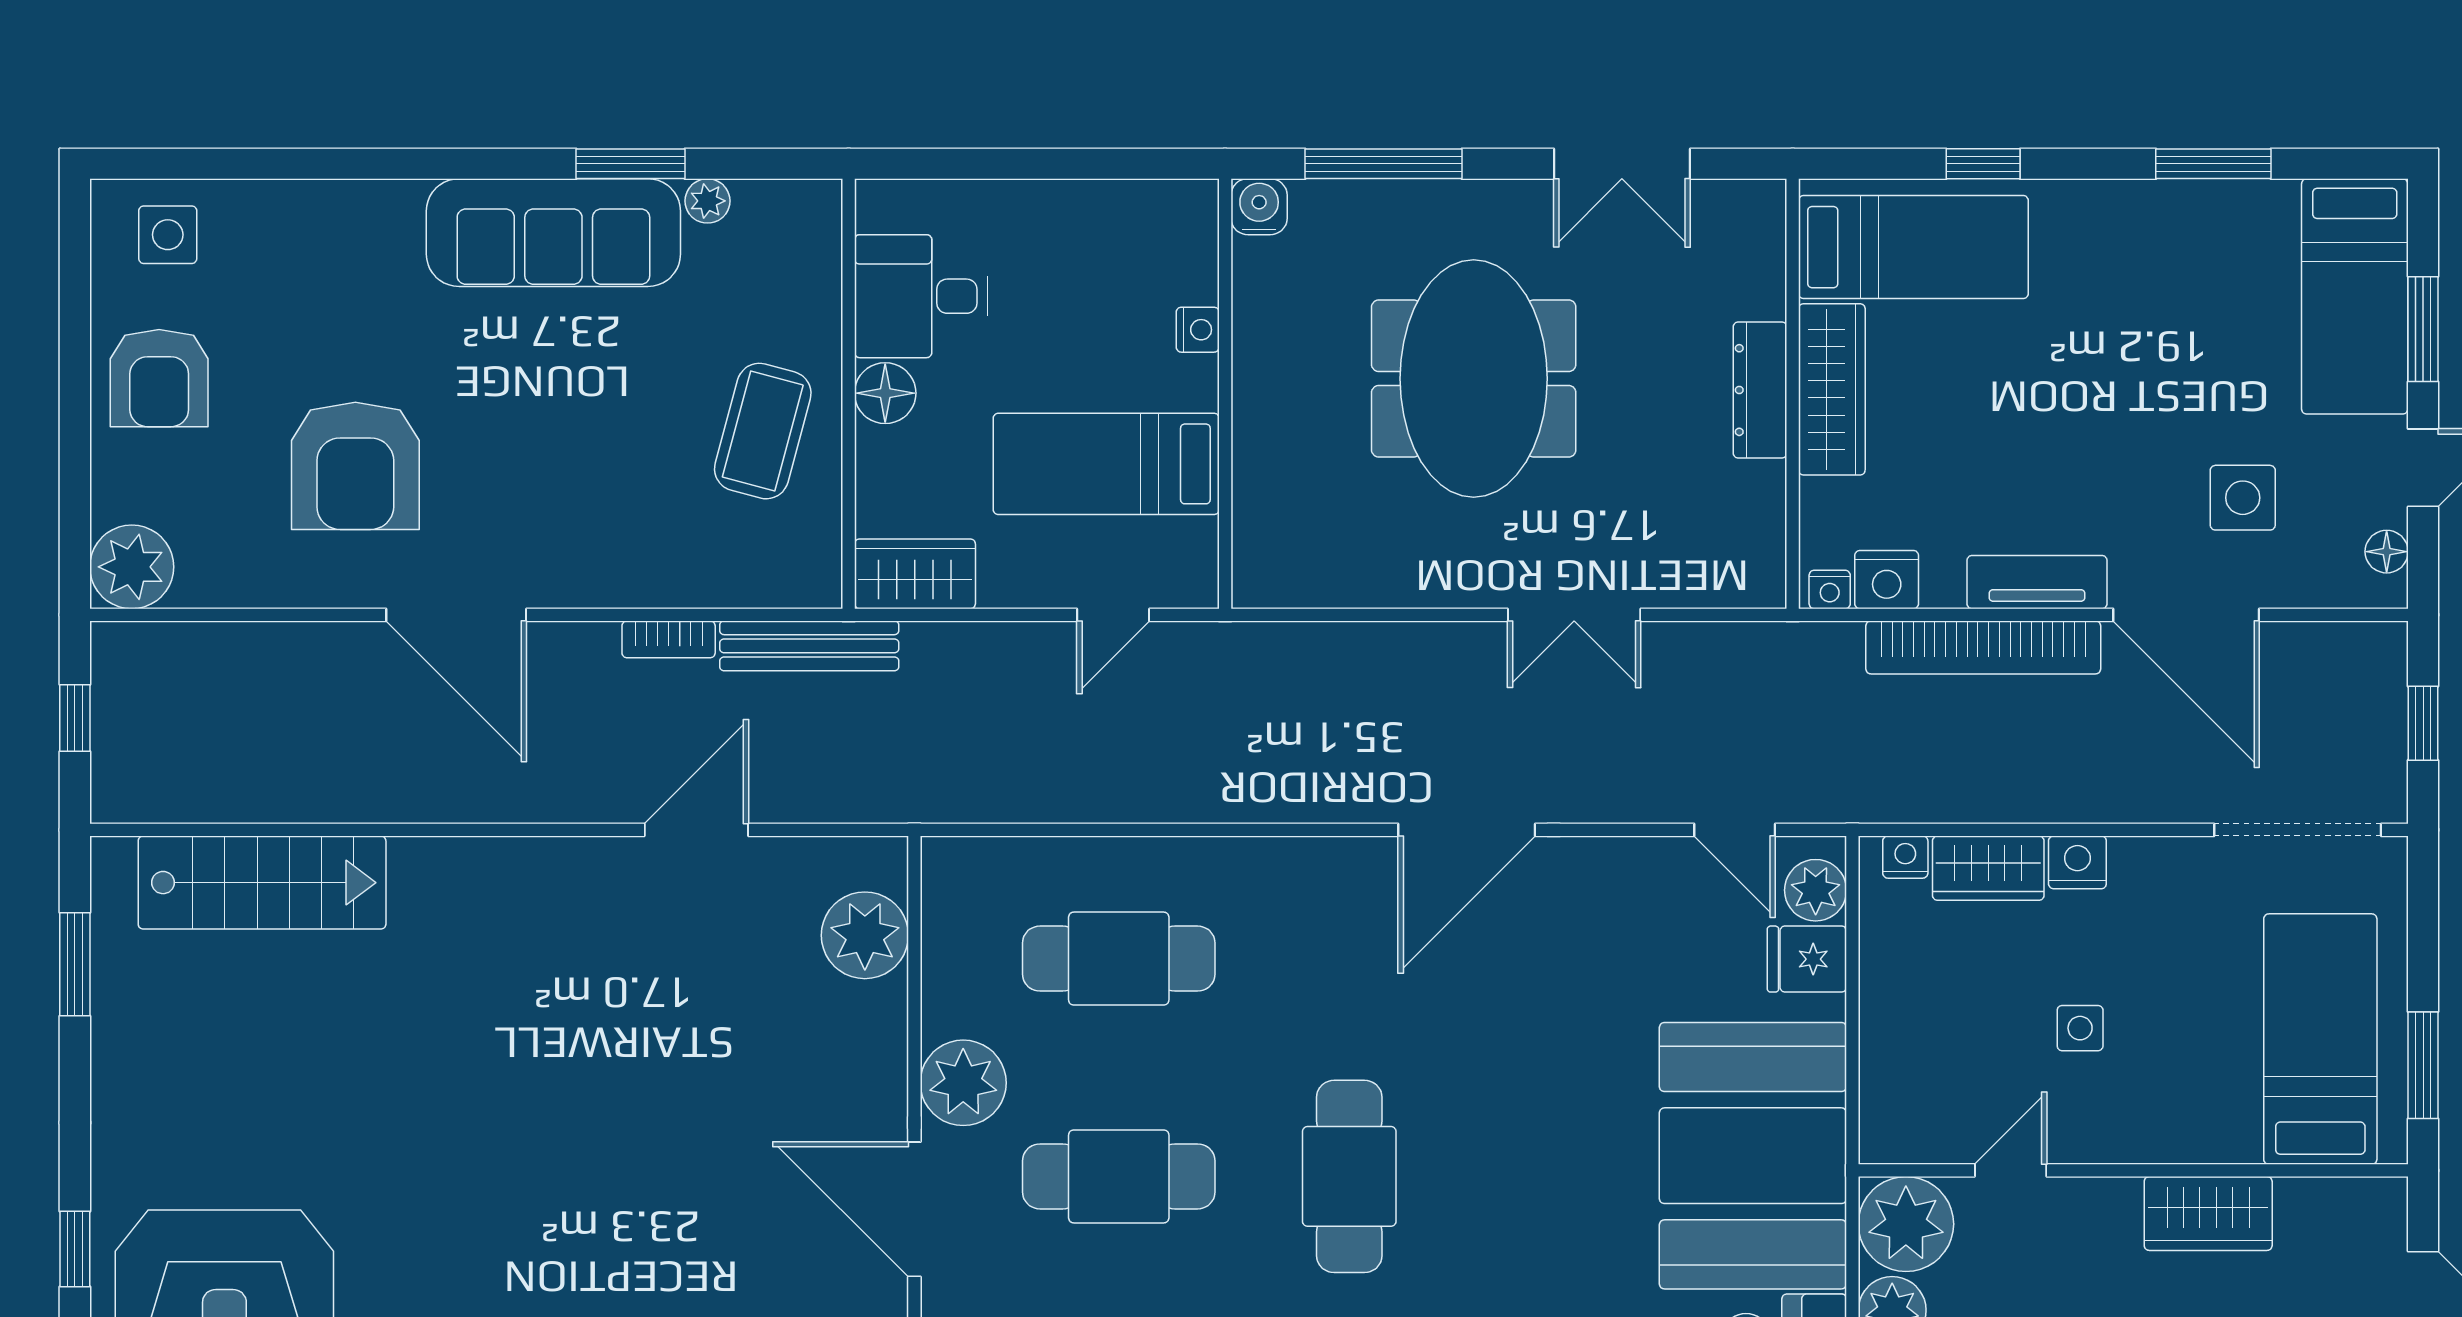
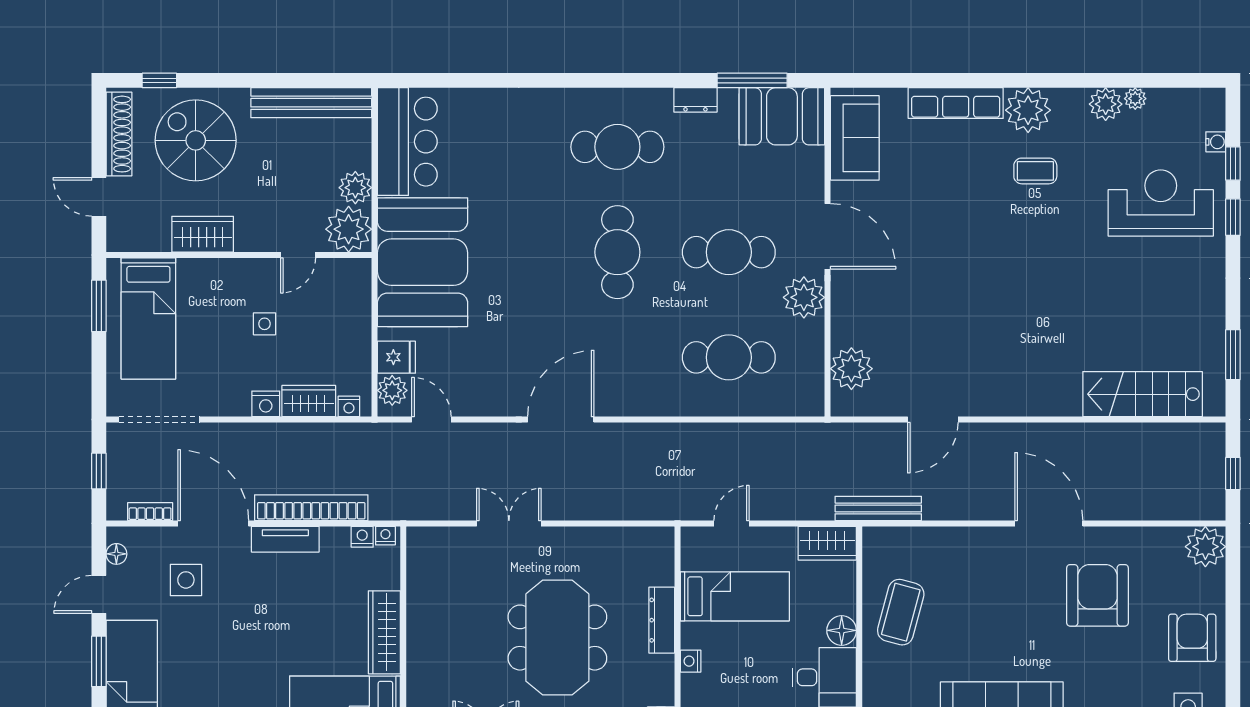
dresser: (1760, 390) -> (662, 620), moved, turned 180
nightstand: (1887, 580) -> (362, 537), width x0.72, depth x0.74
bookcase: (669, 639) -> (150, 512), moved

